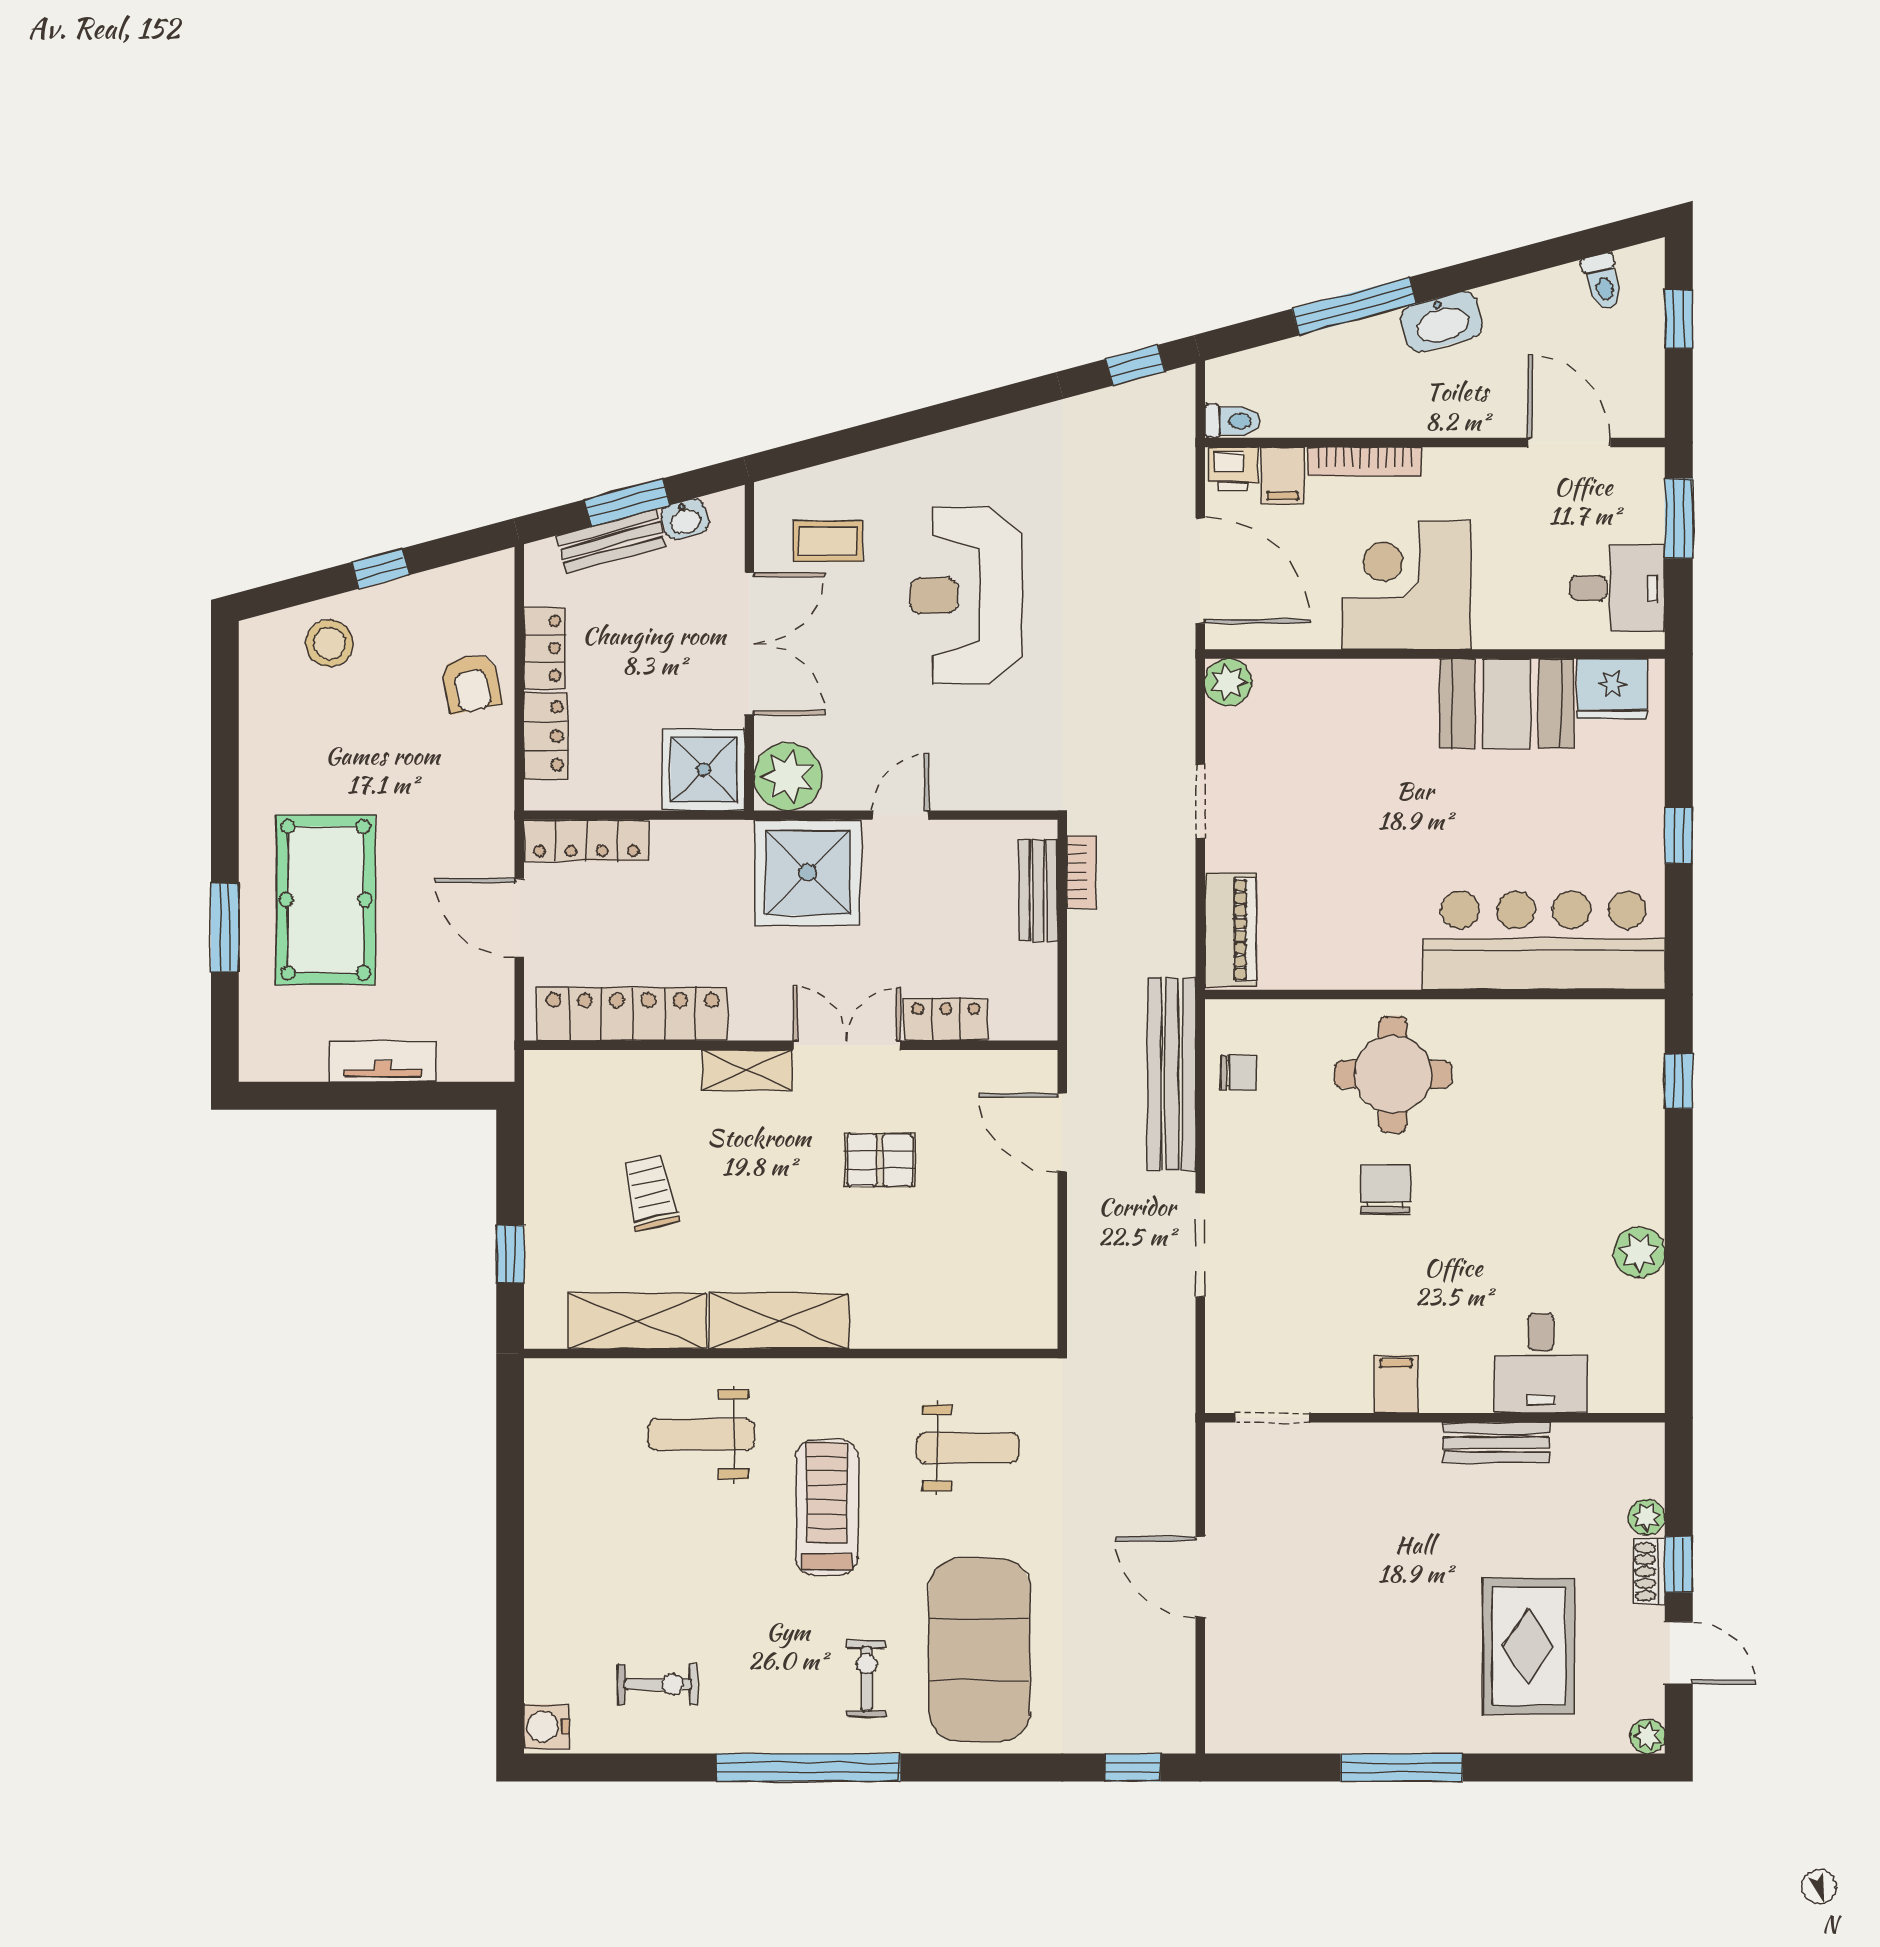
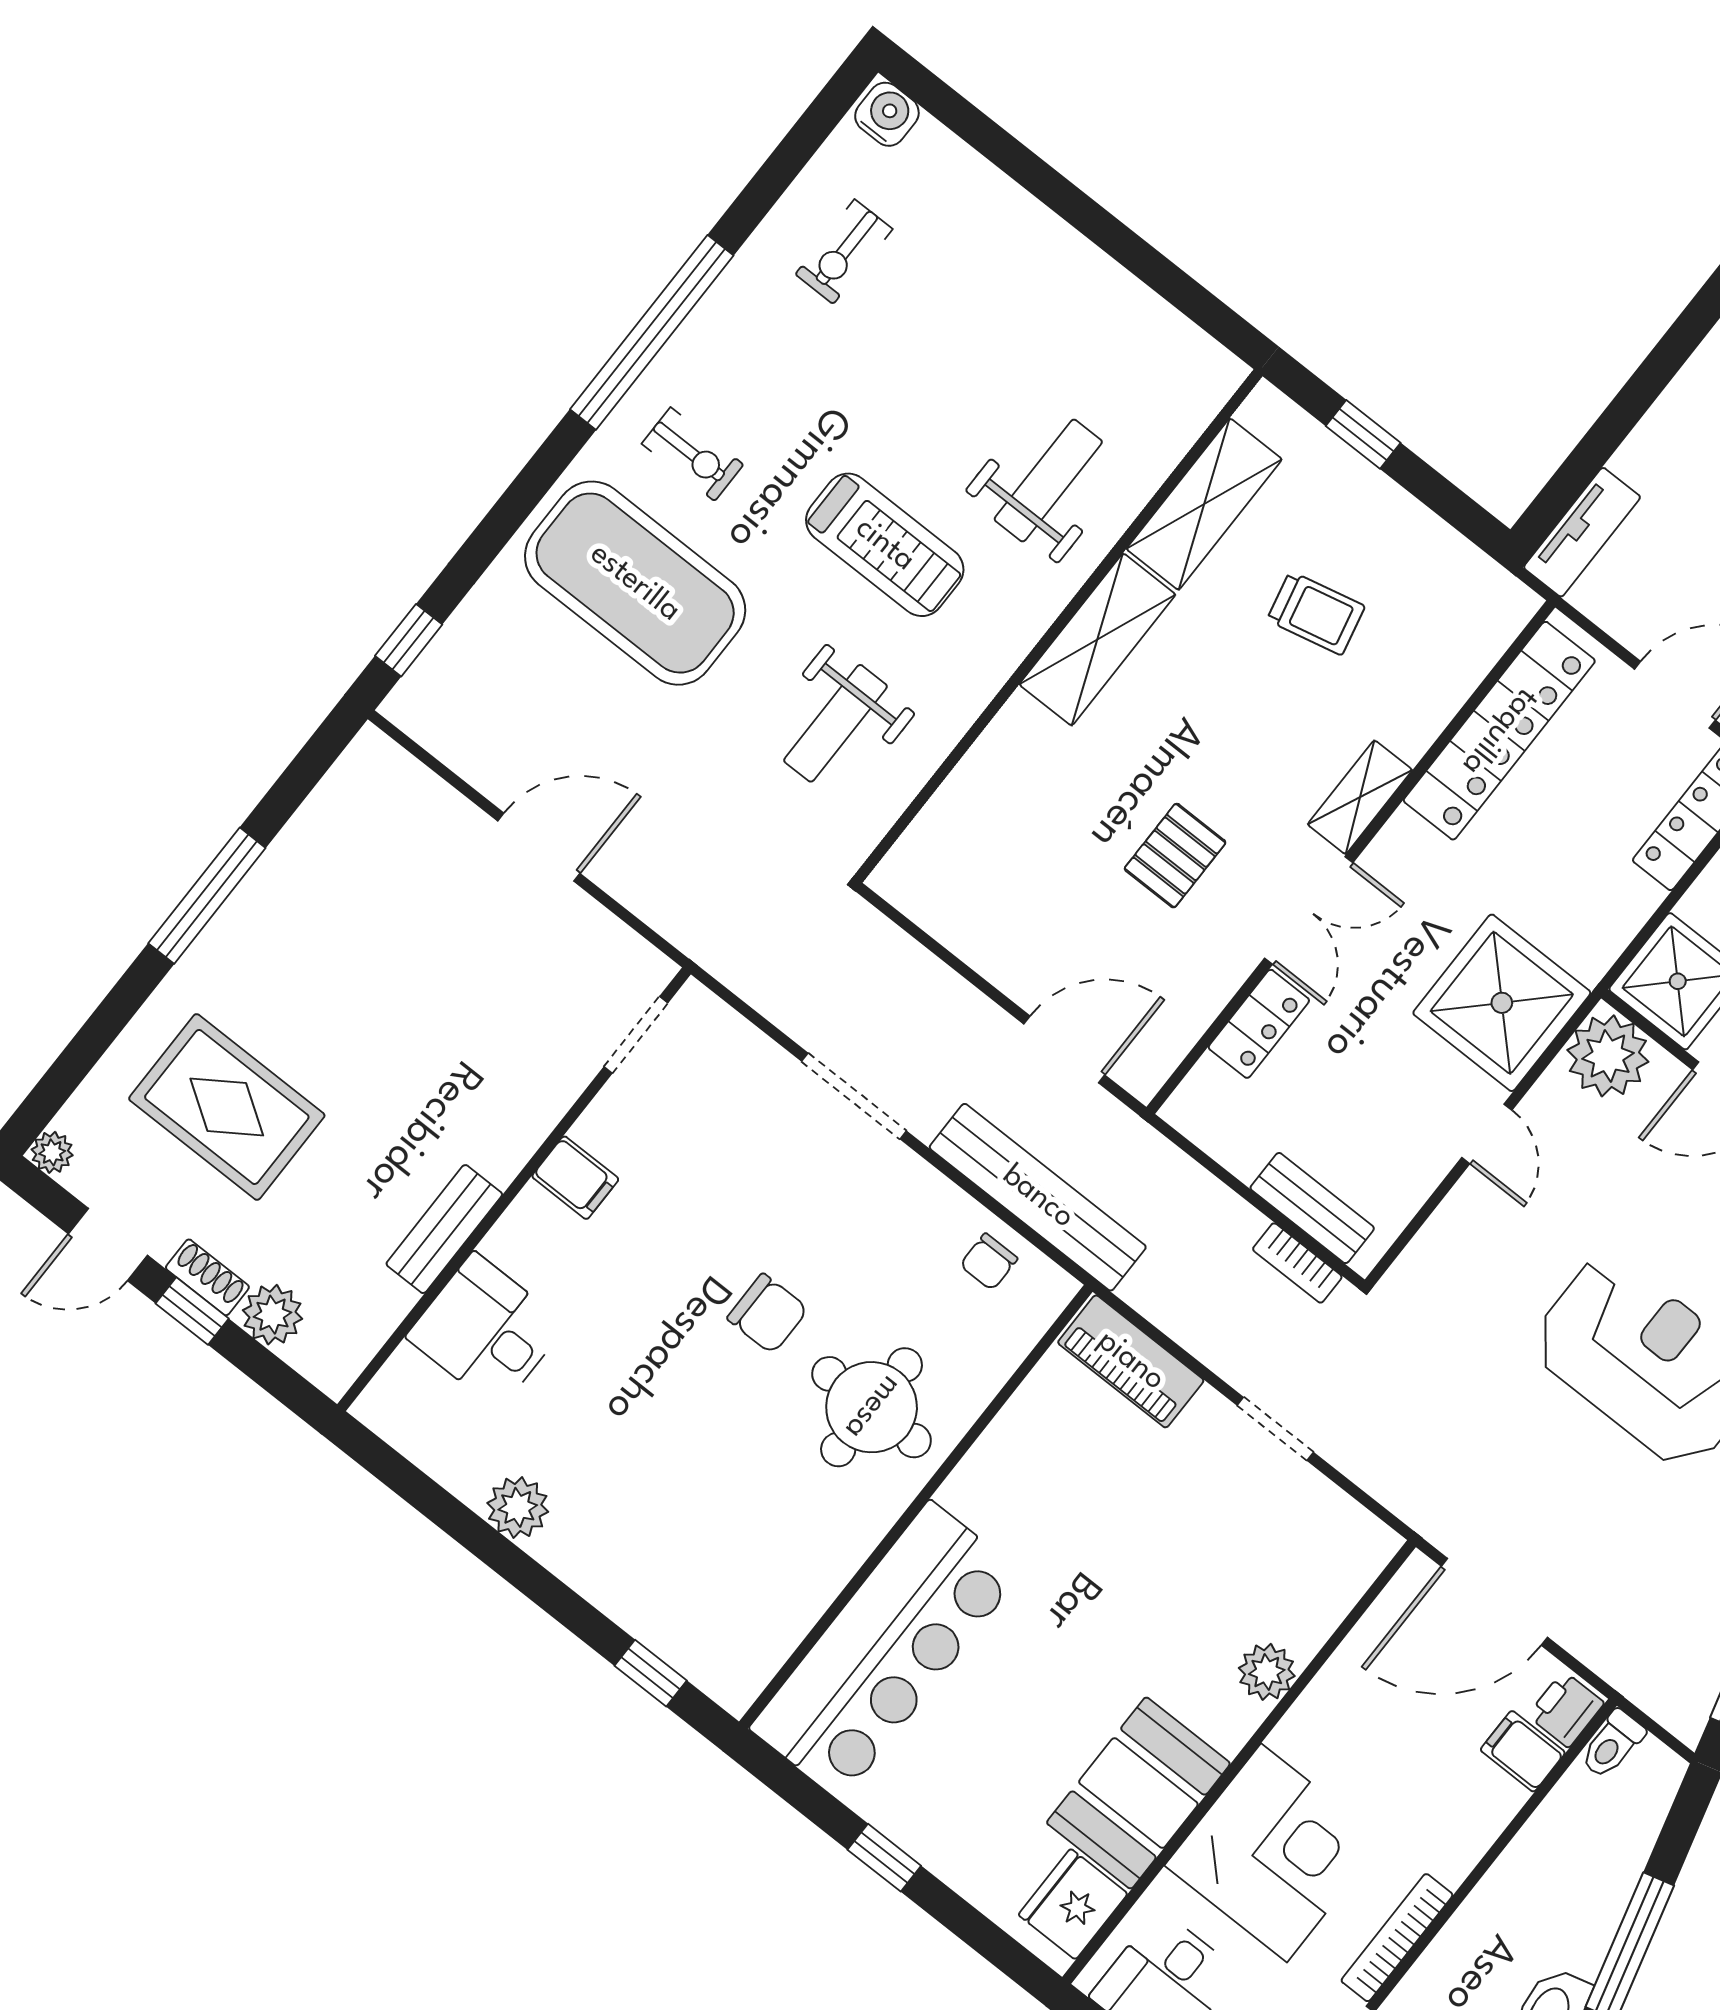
bookcase: (1365, 462) -> (1397, 1938), moved
corner desk: (1406, 585) -> (1274, 1853), moved
plant: (1228, 682) -> (1267, 1672), moved
tv unit: (383, 1062) -> (1582, 532), moved
plant: (1647, 1517) -> (273, 1315), width x1.38, depth x1.38

